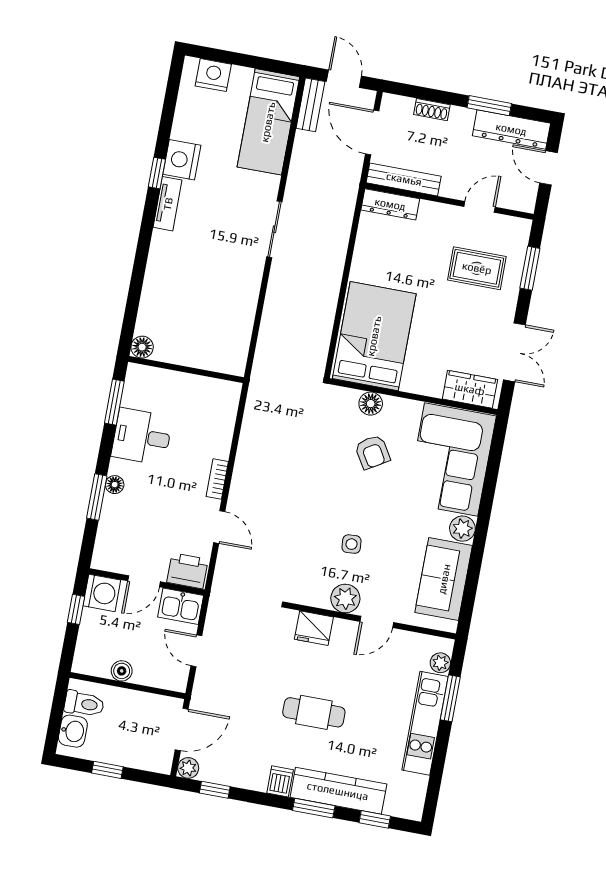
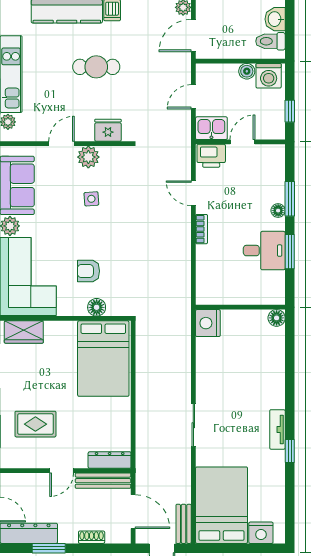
bed: (268, 122) -> (222, 505), width x1.50
nightstand: (182, 160) -> (208, 323), moved, turned 180
door: (480, 207) -> (62, 471), moved
window: (114, 402) -> (290, 252), moved
armchair: (372, 452) -> (88, 271), turned -59
washing machine: (102, 593) -> (269, 76), moved, turned -90
door: (196, 651) -> (193, 97), swing flipped

